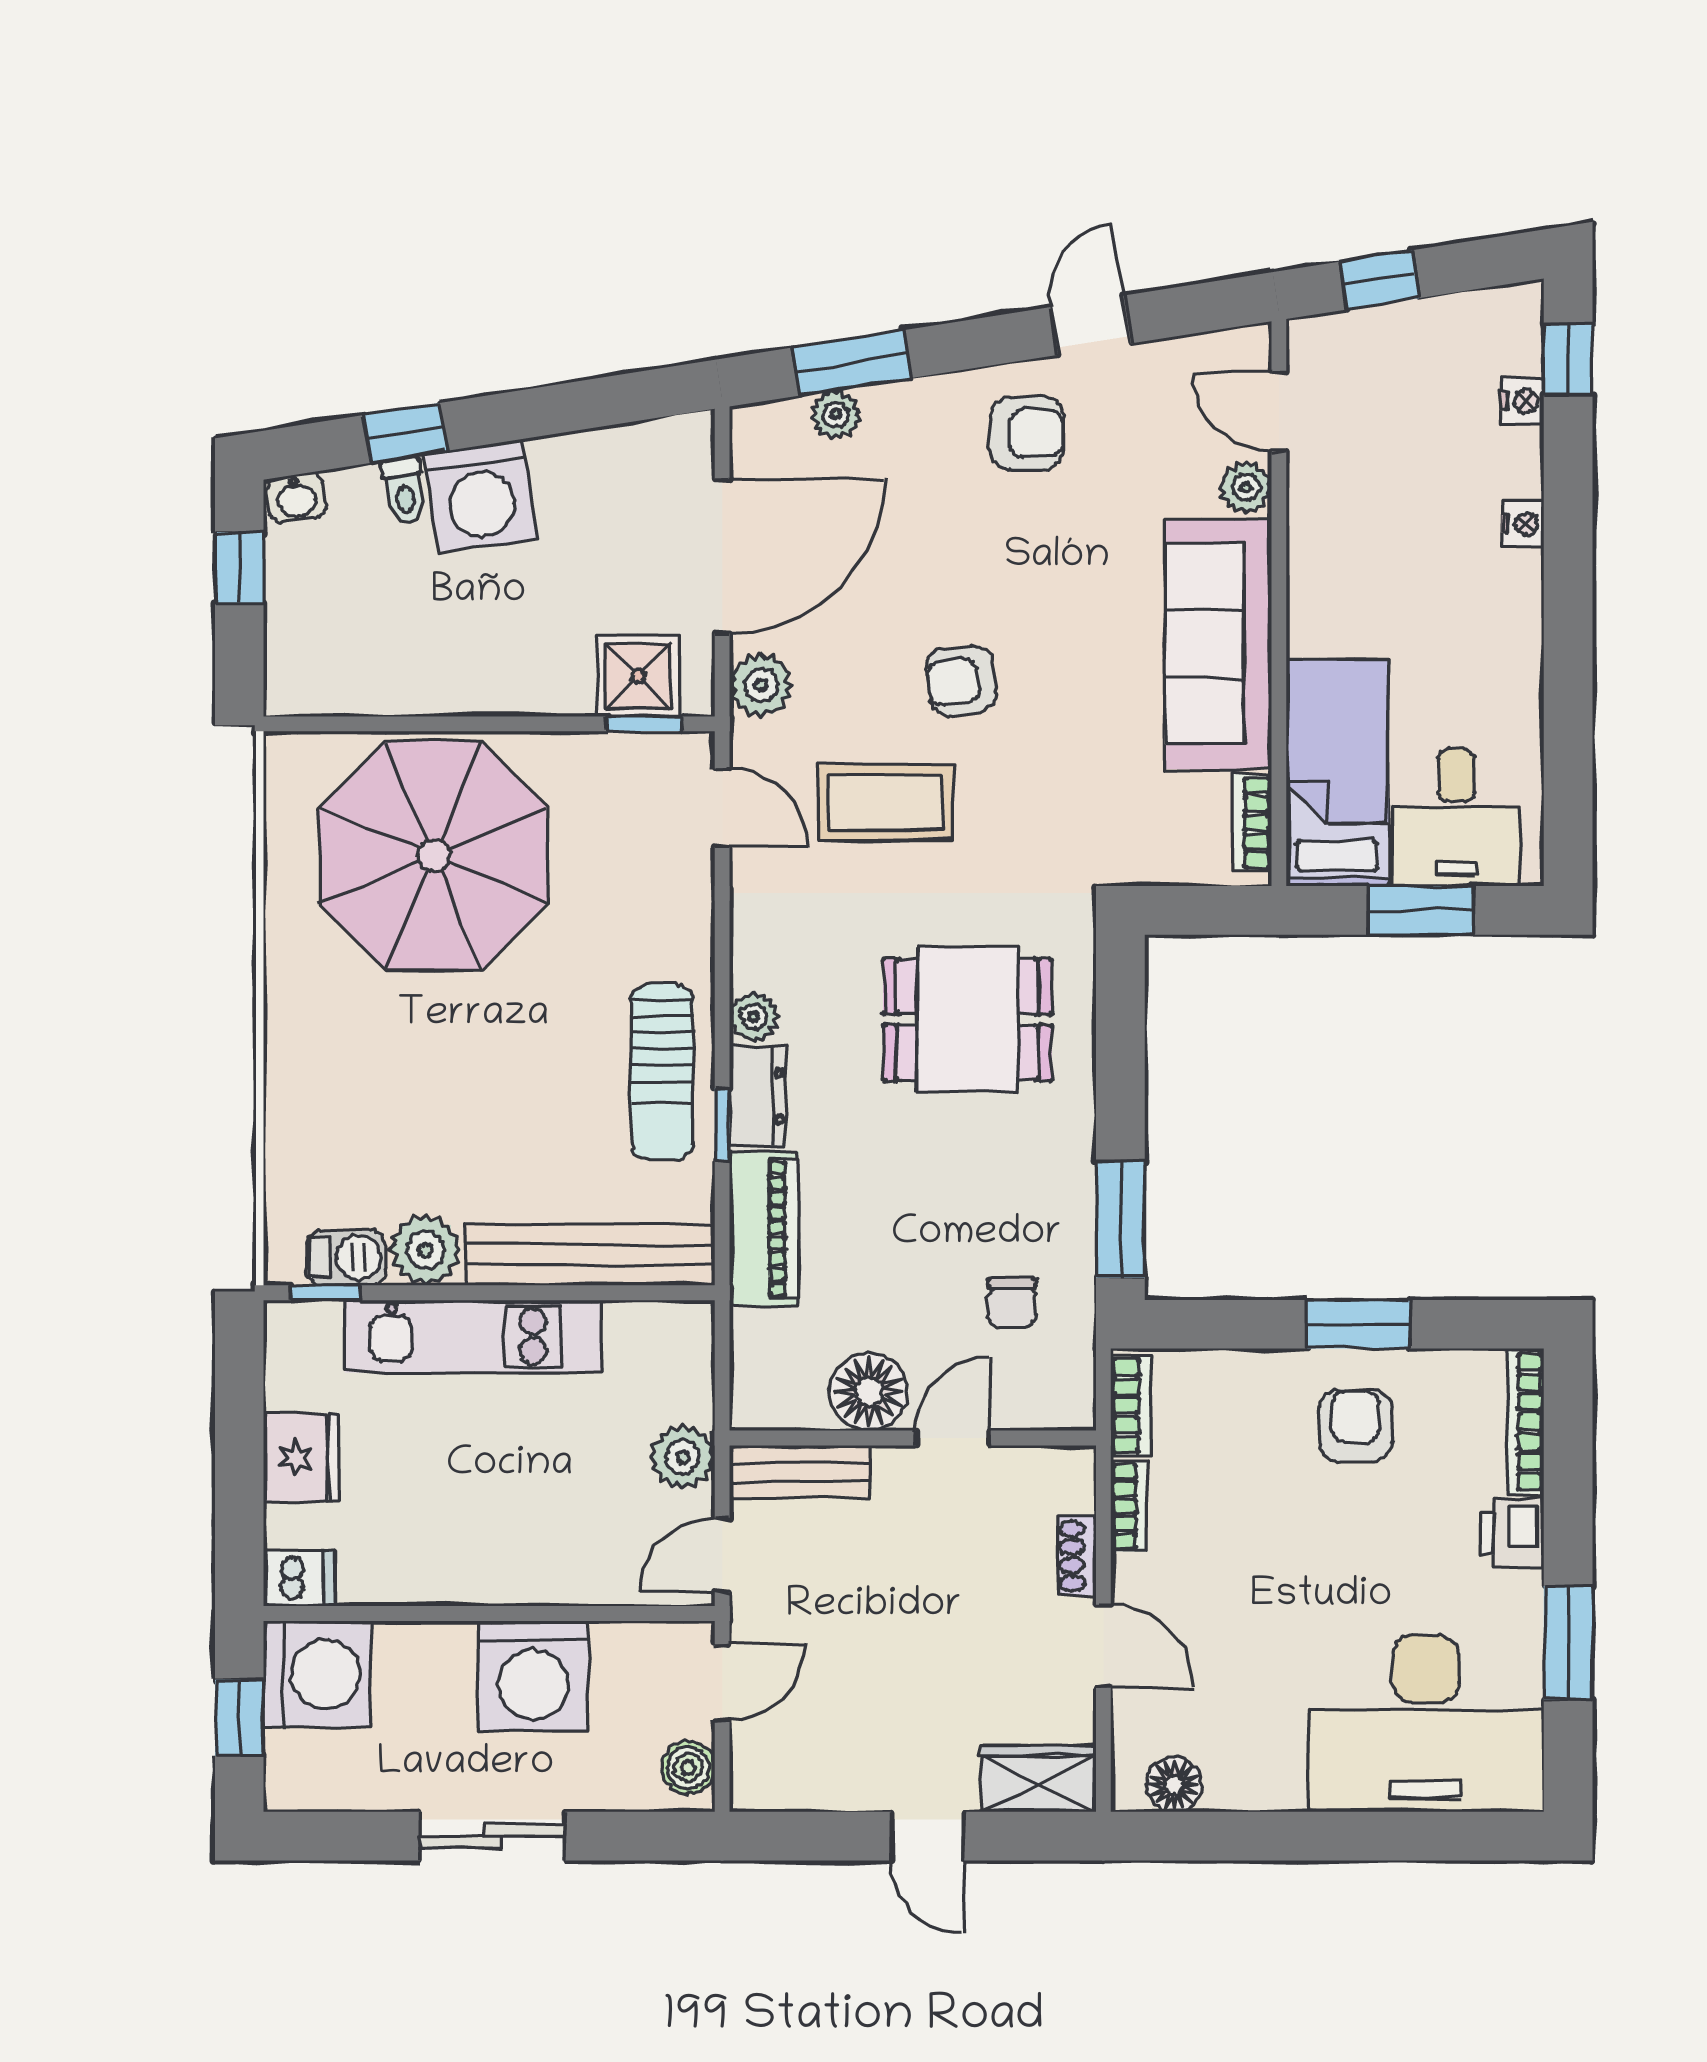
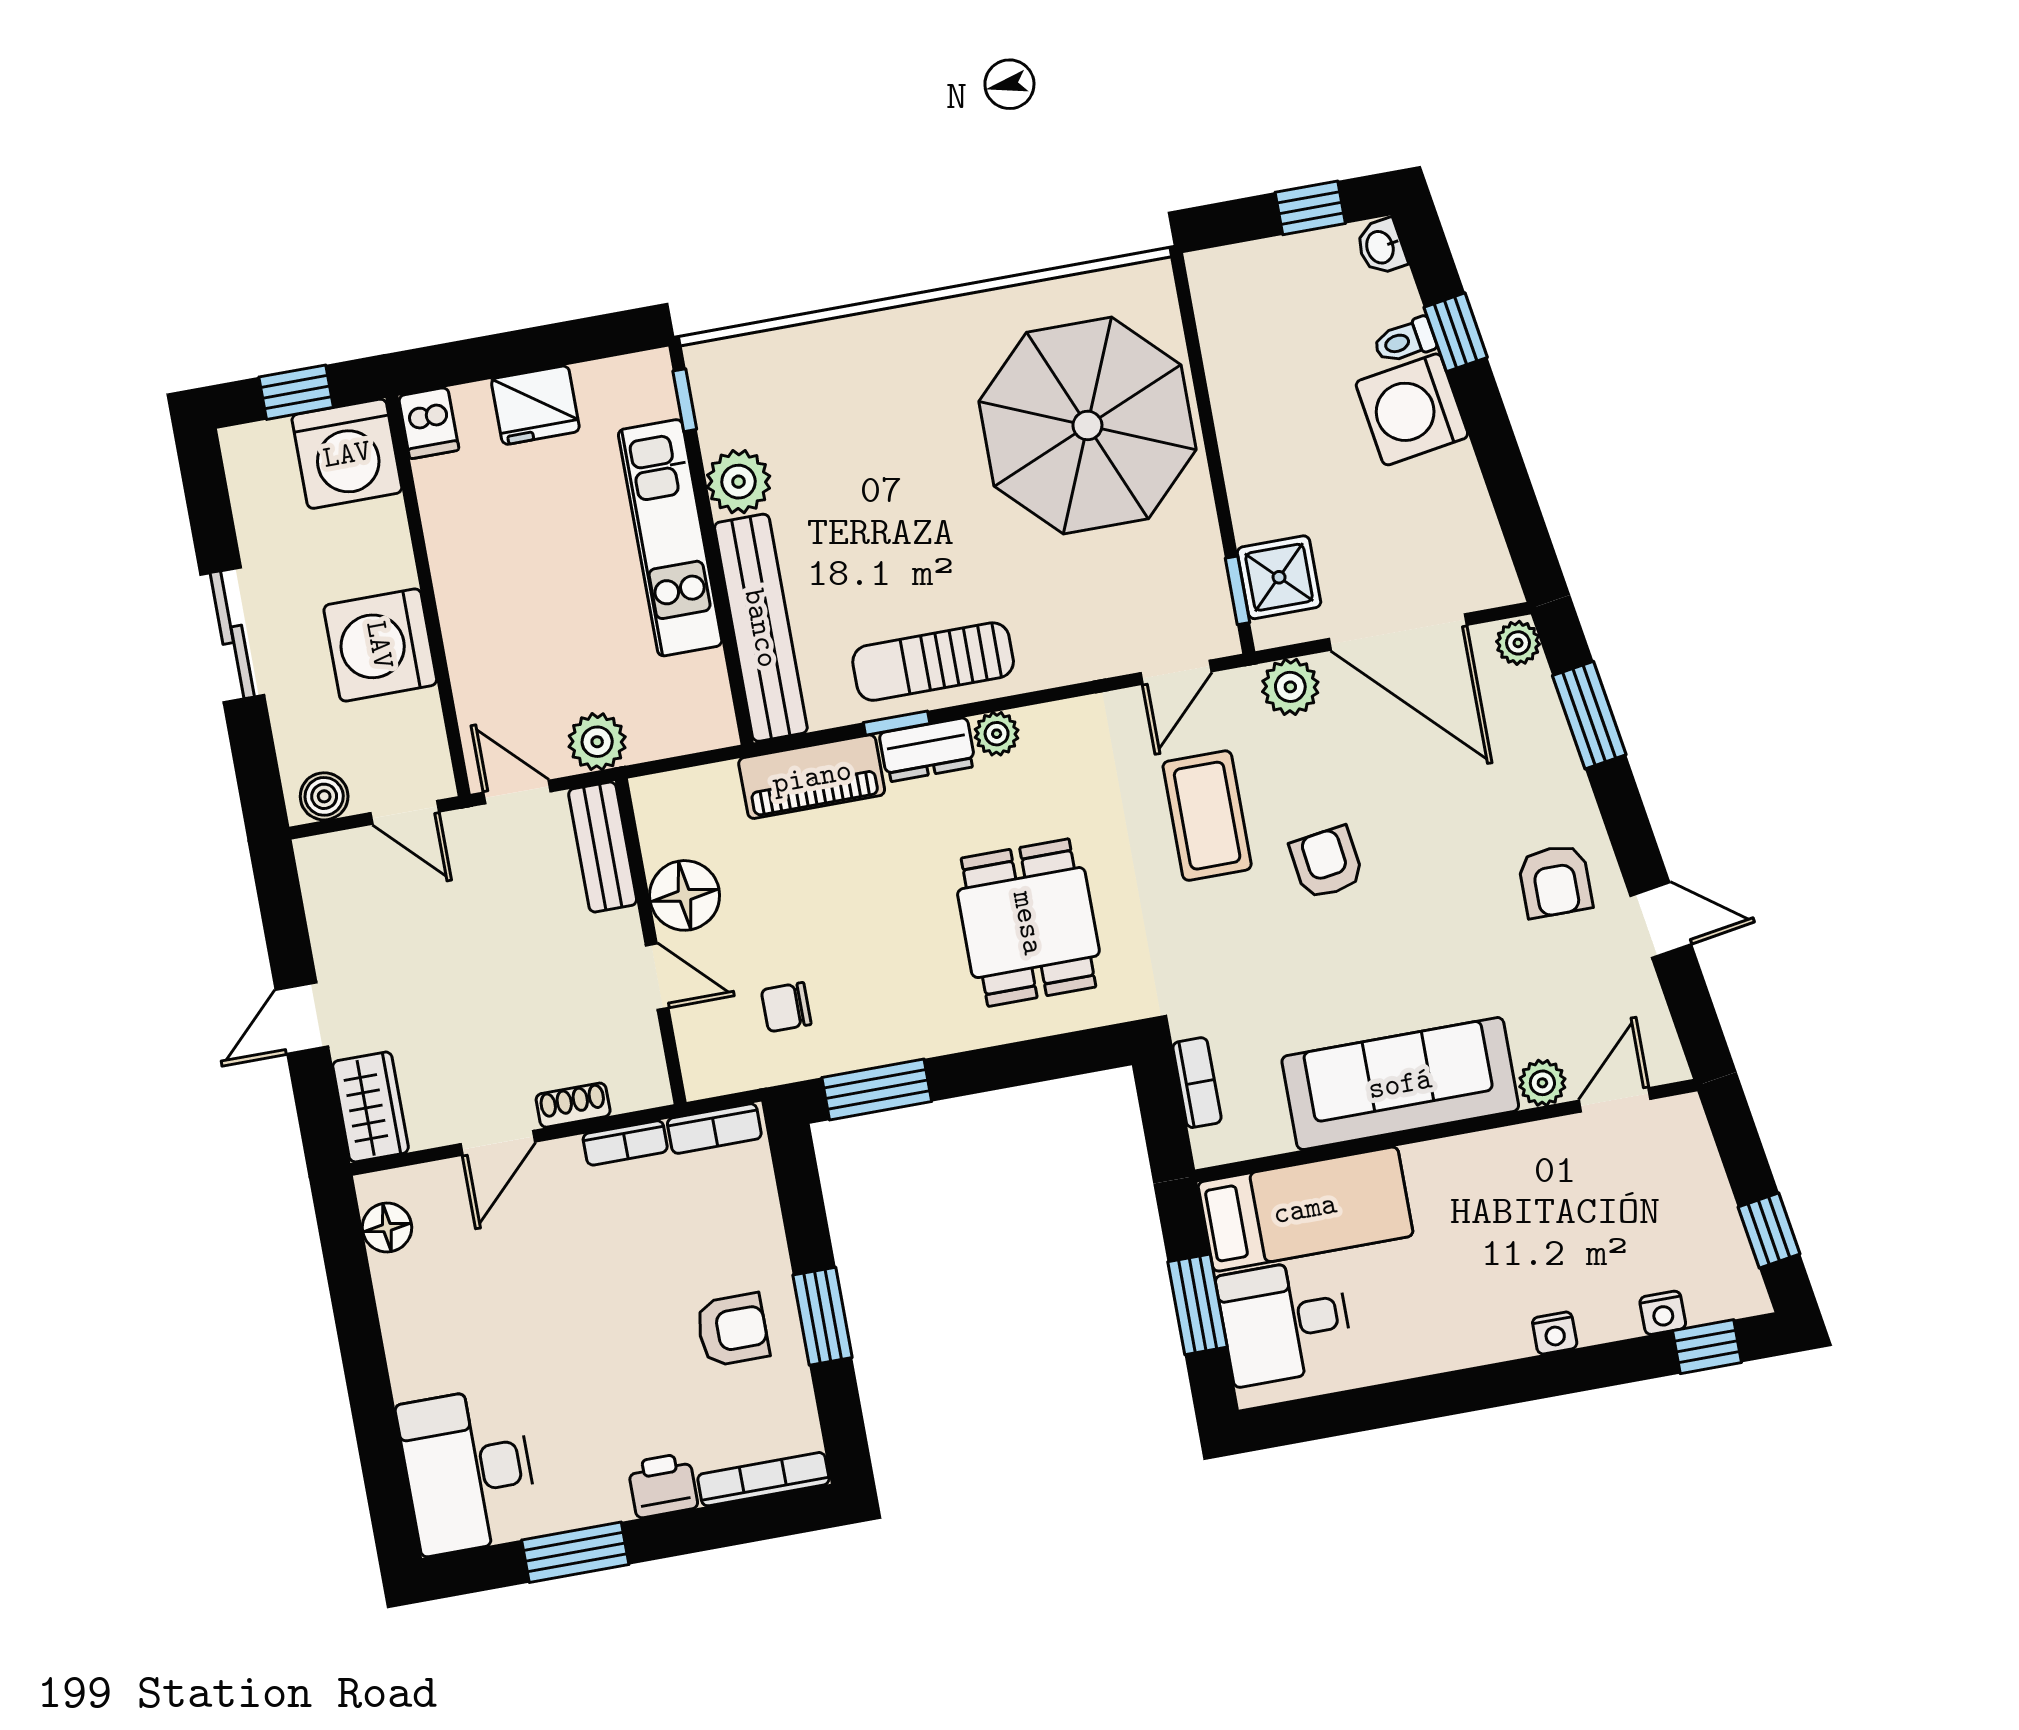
window: (1379, 280) -> (1769, 1231), moved
plant: (836, 414) -> (1518, 643), moved
bookcase: (1252, 823) -> (1197, 1083), moved, turned 90
barbecue: (346, 1258) -> (719, 412), removed
desk: (1426, 1724) -> (468, 1471), width x0.73, depth x0.77

